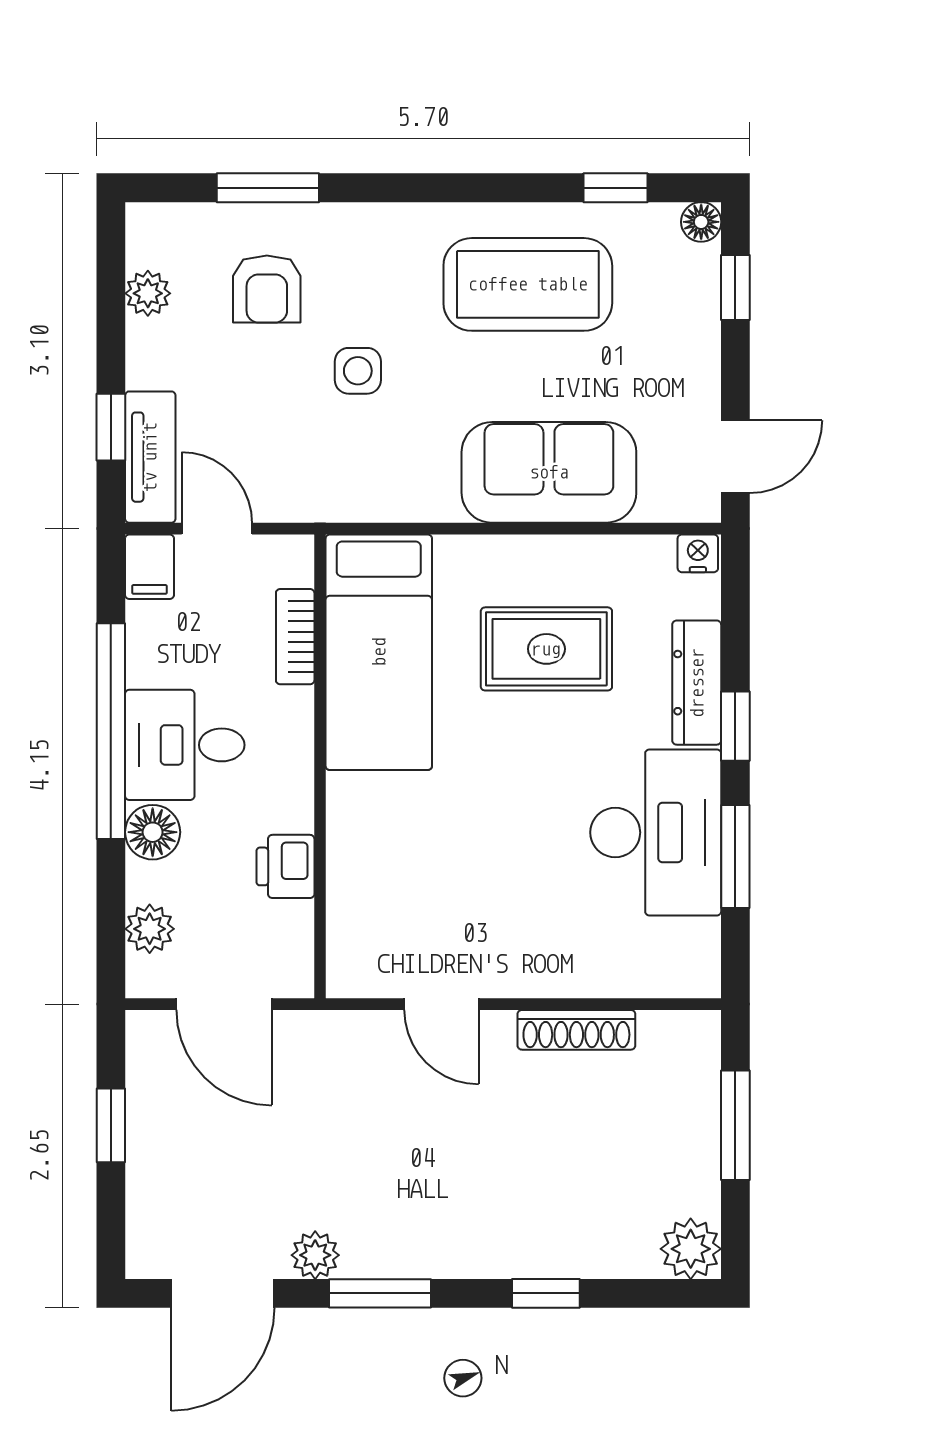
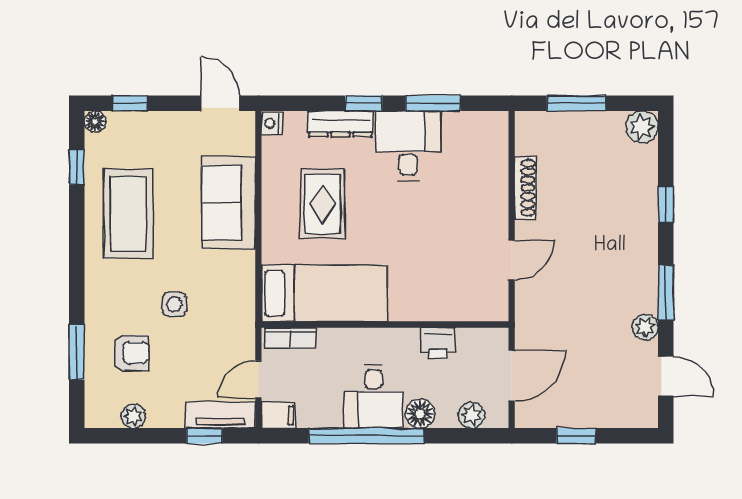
bookcase: (295, 637) -> (290, 338), moved
desk: (656, 832) -> (408, 146), width x0.73
door: (223, 1293) -> (666, 376), width x0.73

